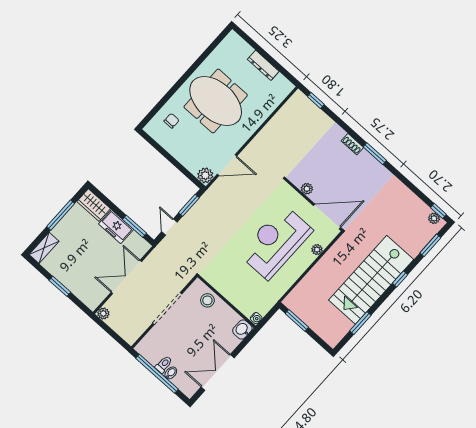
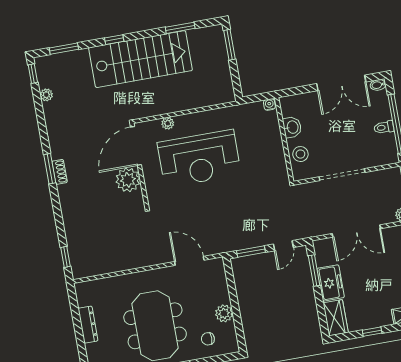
shoe rack: (352, 144) -> (60, 172), moved
plant: (205, 175) -> (224, 313), moved
plant: (307, 189) -> (128, 180), width x1.88, depth x1.88
window: (61, 215) -> (372, 332), width x0.46
door: (327, 216) -> (136, 146), hinge flipped
plant: (434, 218) -> (46, 95), moved
window: (297, 320) -> (229, 45), moved
washbasin: (242, 330) -> (292, 127), moved, turned -90
bidet: (171, 373) -> (378, 85), moved

